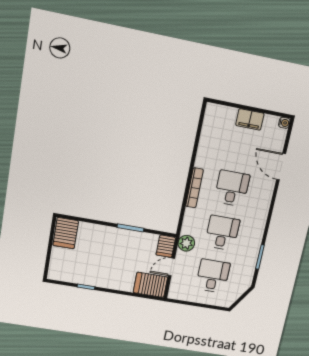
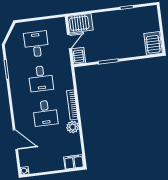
filing cabinet: (250, 119) -> (74, 162), moved
plant: (186, 243) -> (73, 127), moved
desk: (213, 276) -> (36, 44), turned 180

